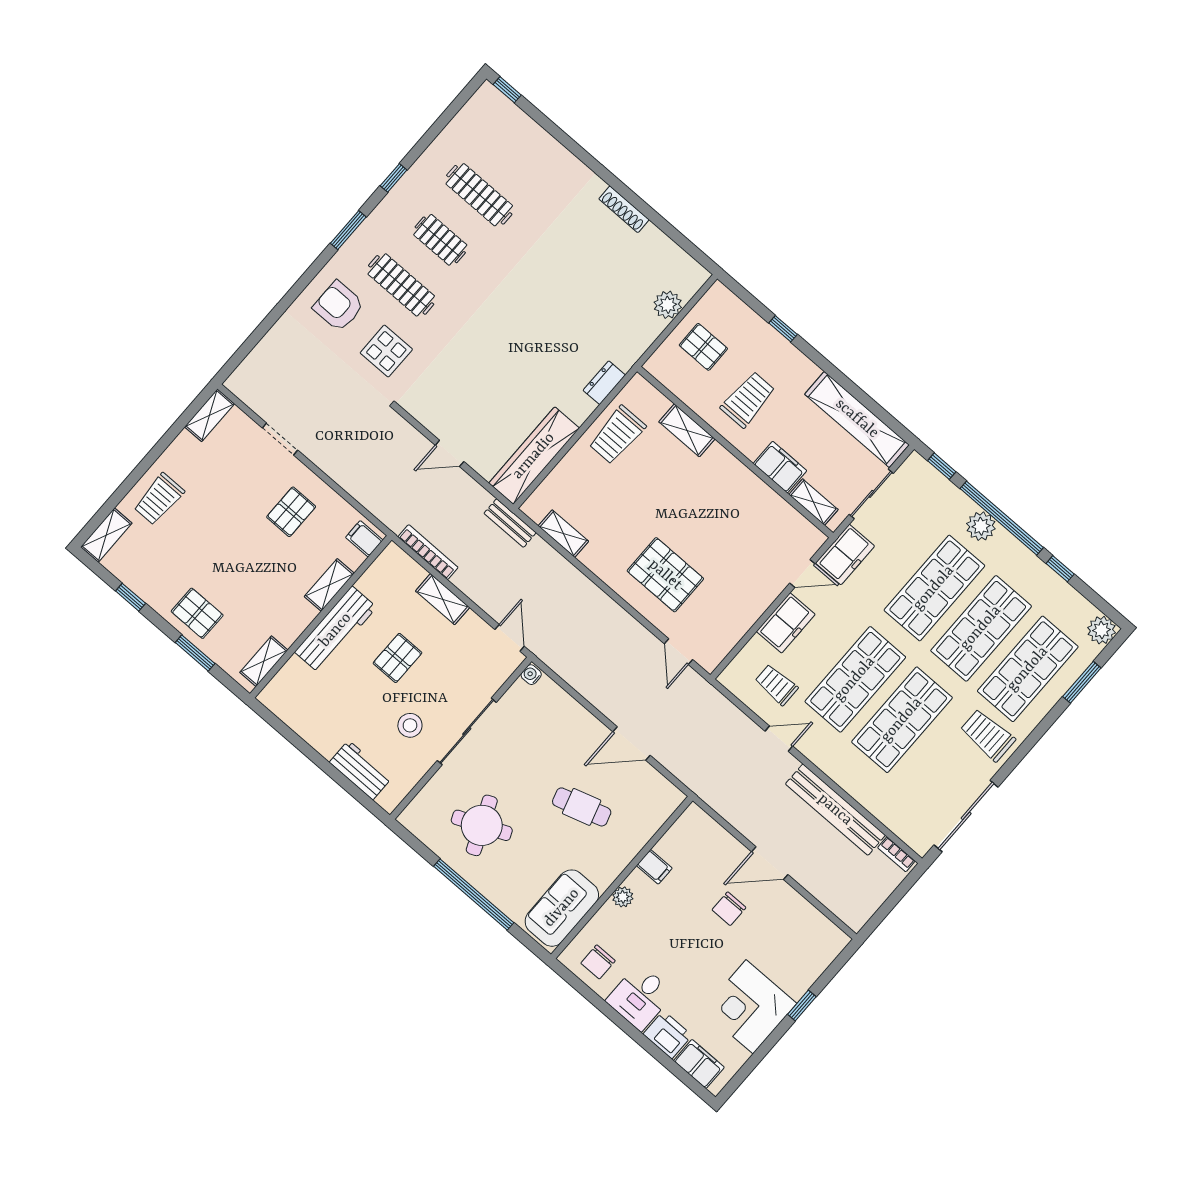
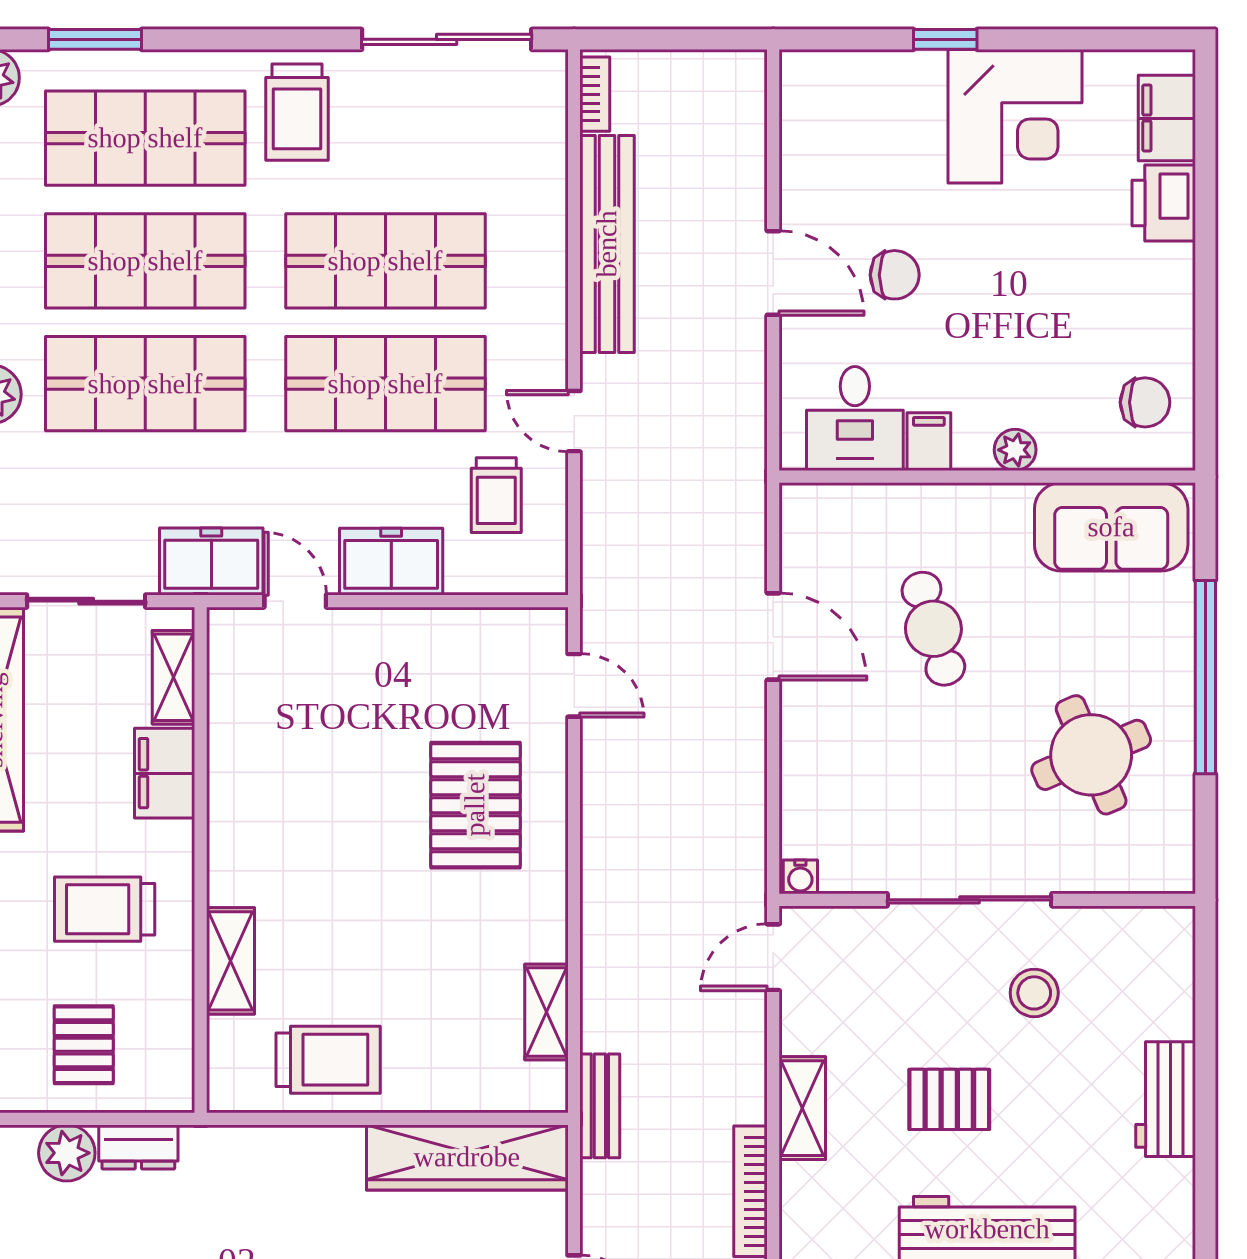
dresser: (604, 383) -> (138, 1147), moved
door: (678, 652) -> (574, 685), hinge flipped
workbench: (361, 770) -> (1166, 1099), moved
desk: (640, 997) -> (855, 418), moved, turned 90

